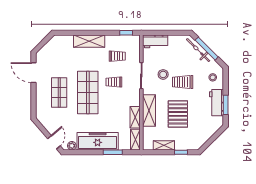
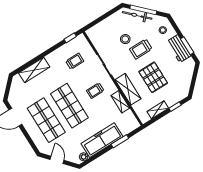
shelving: (89, 41) -> (34, 70), moved
workbench: (155, 41) -> (98, 30), removed
stool: (163, 74) -> (125, 39), moved
trolley: (114, 82) -> (95, 91), moved
shop shelf: (59, 92) -> (46, 120), width x1.43, depth x1.36
shelving: (135, 140) -> (132, 120), removed
door: (54, 142) -> (57, 160), moved

